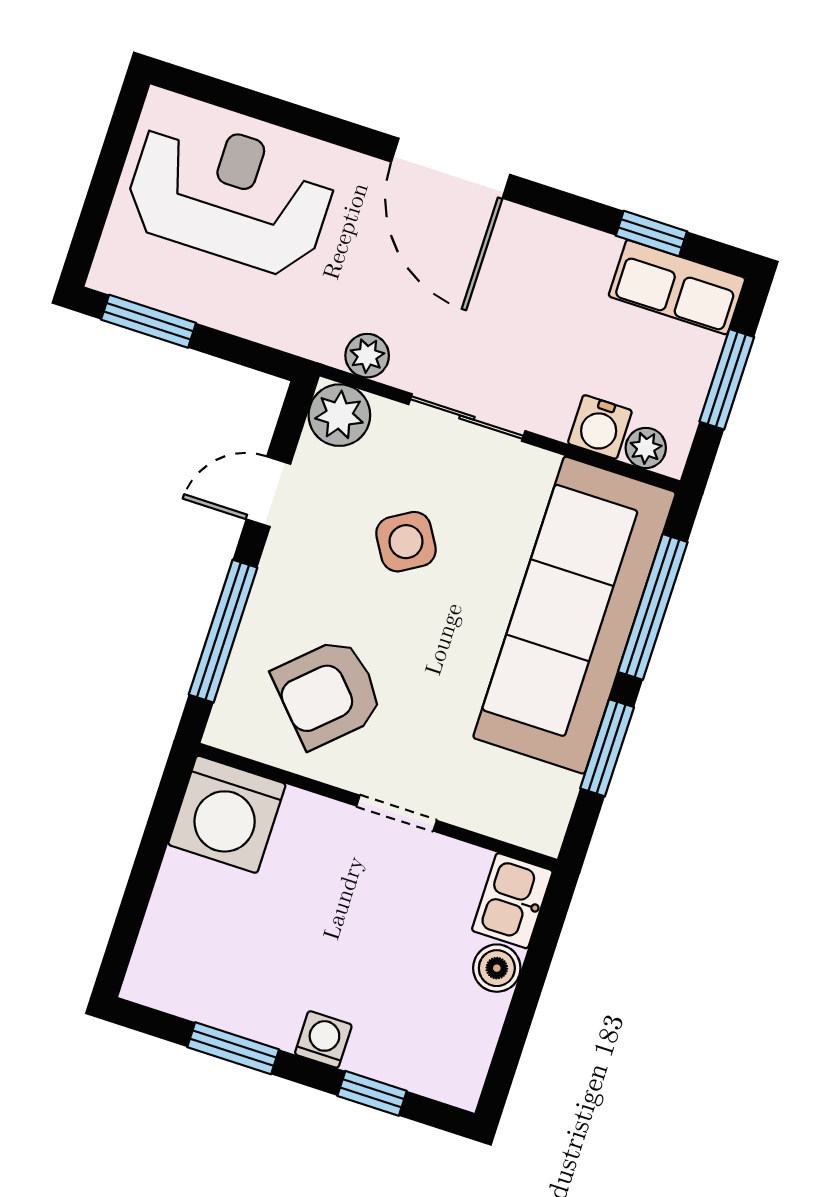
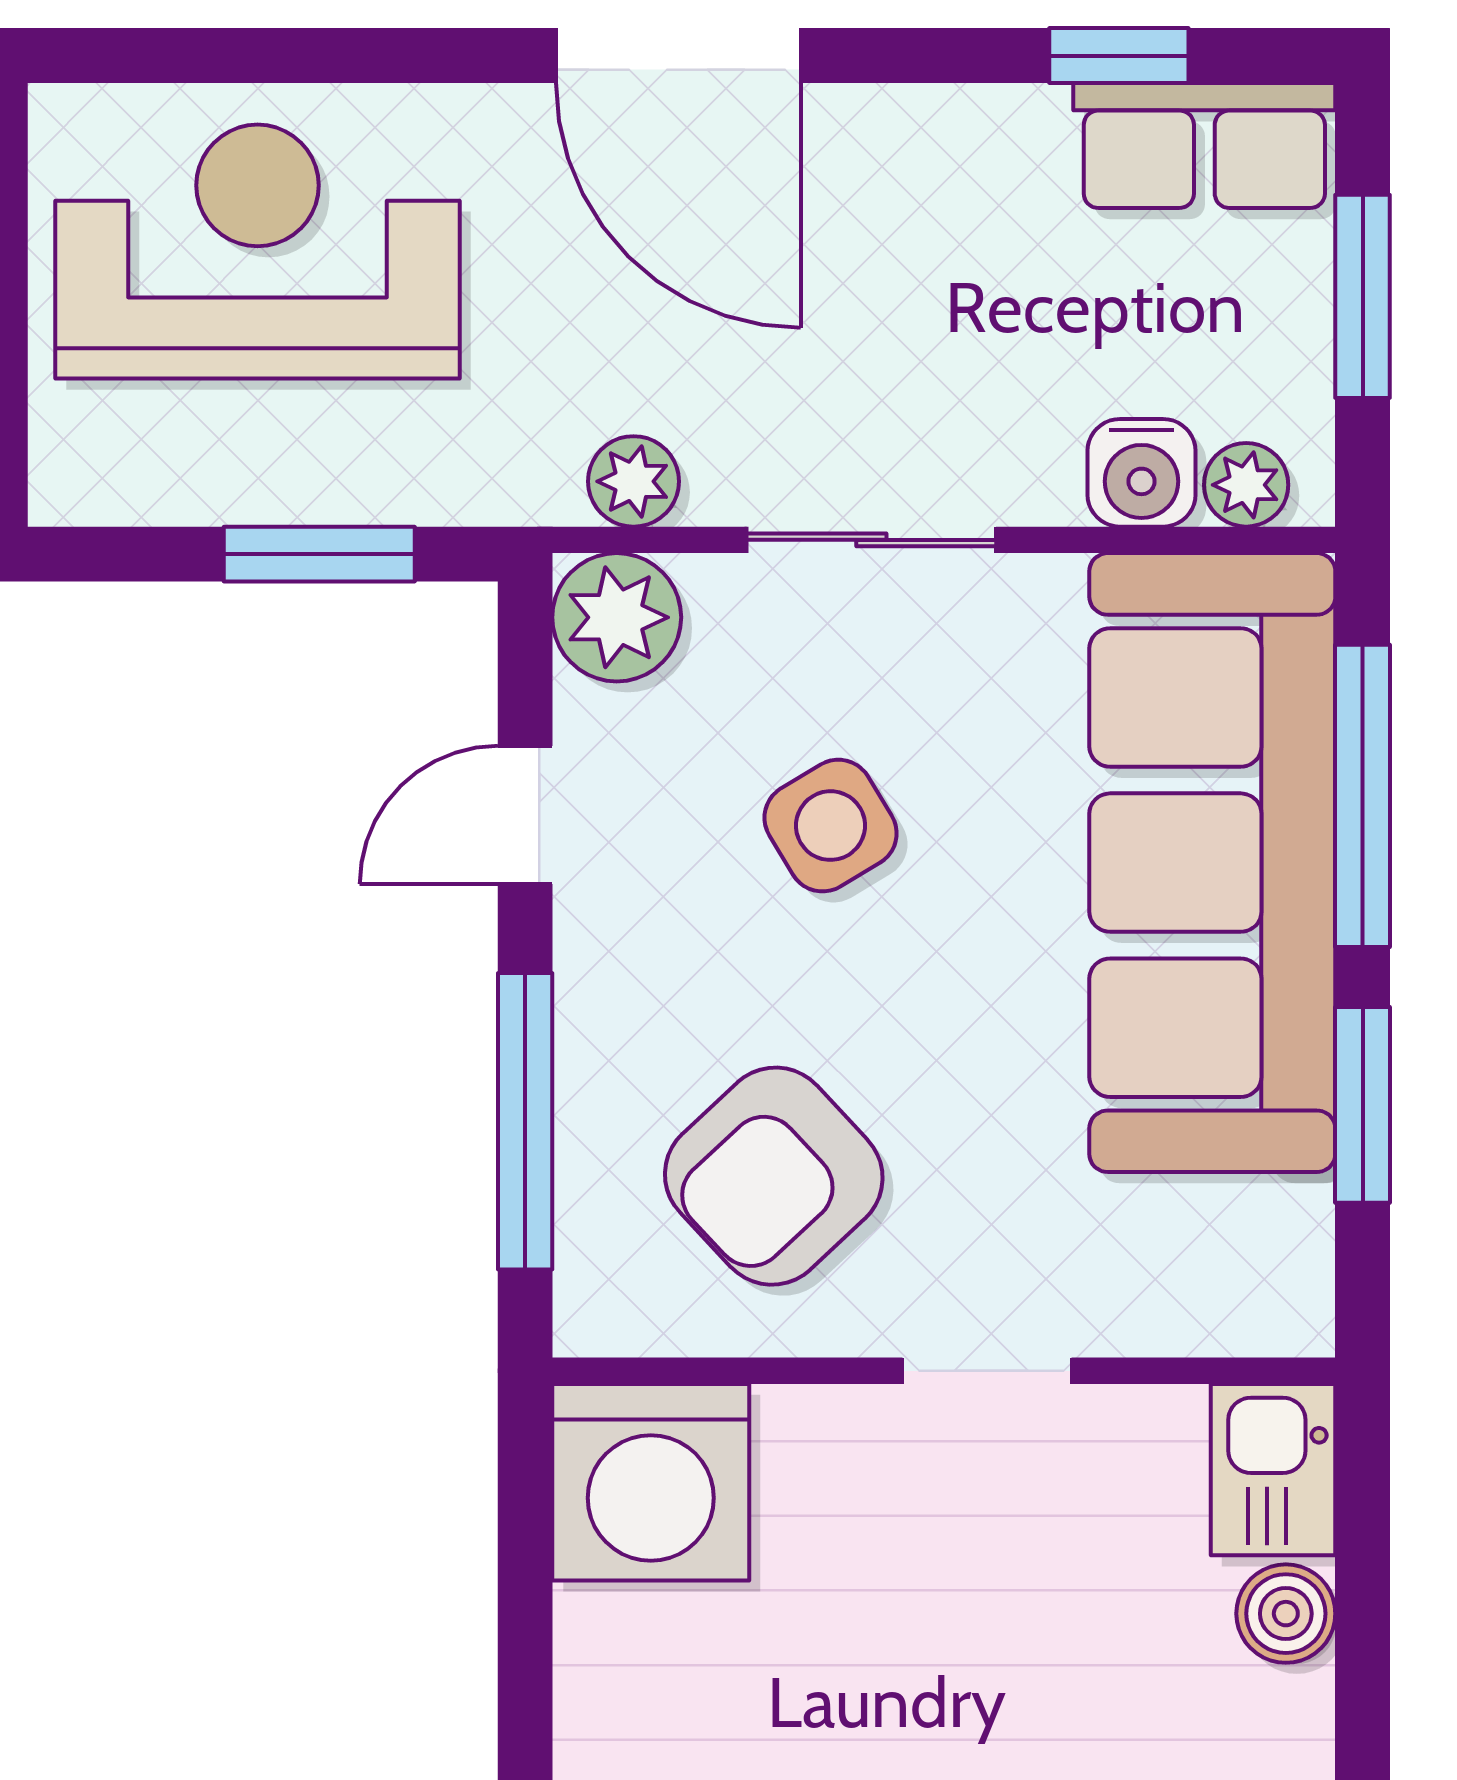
window: (149, 321) -> (319, 554), moved

